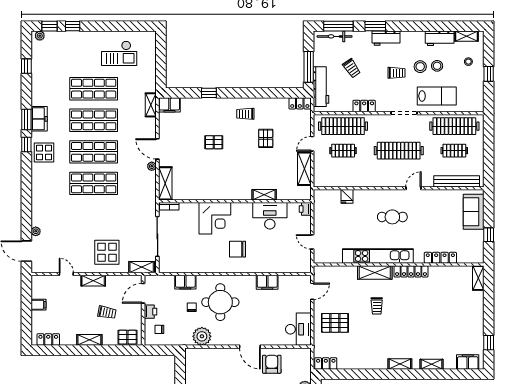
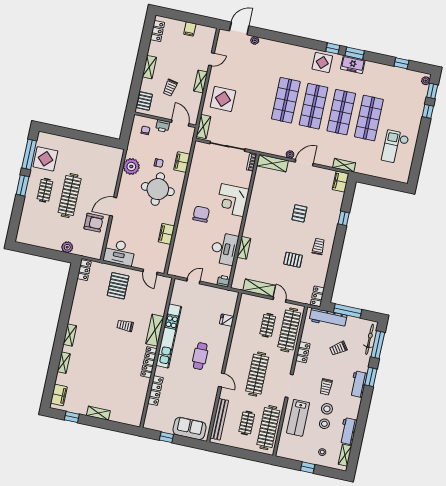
shelving: (478, 278) -> (98, 413), moved

